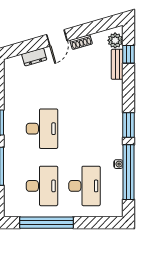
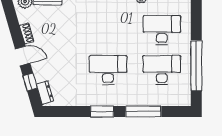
window: (29, 46) -> (30, 82), added
dresser: (34, 57) -> (45, 93), moved

